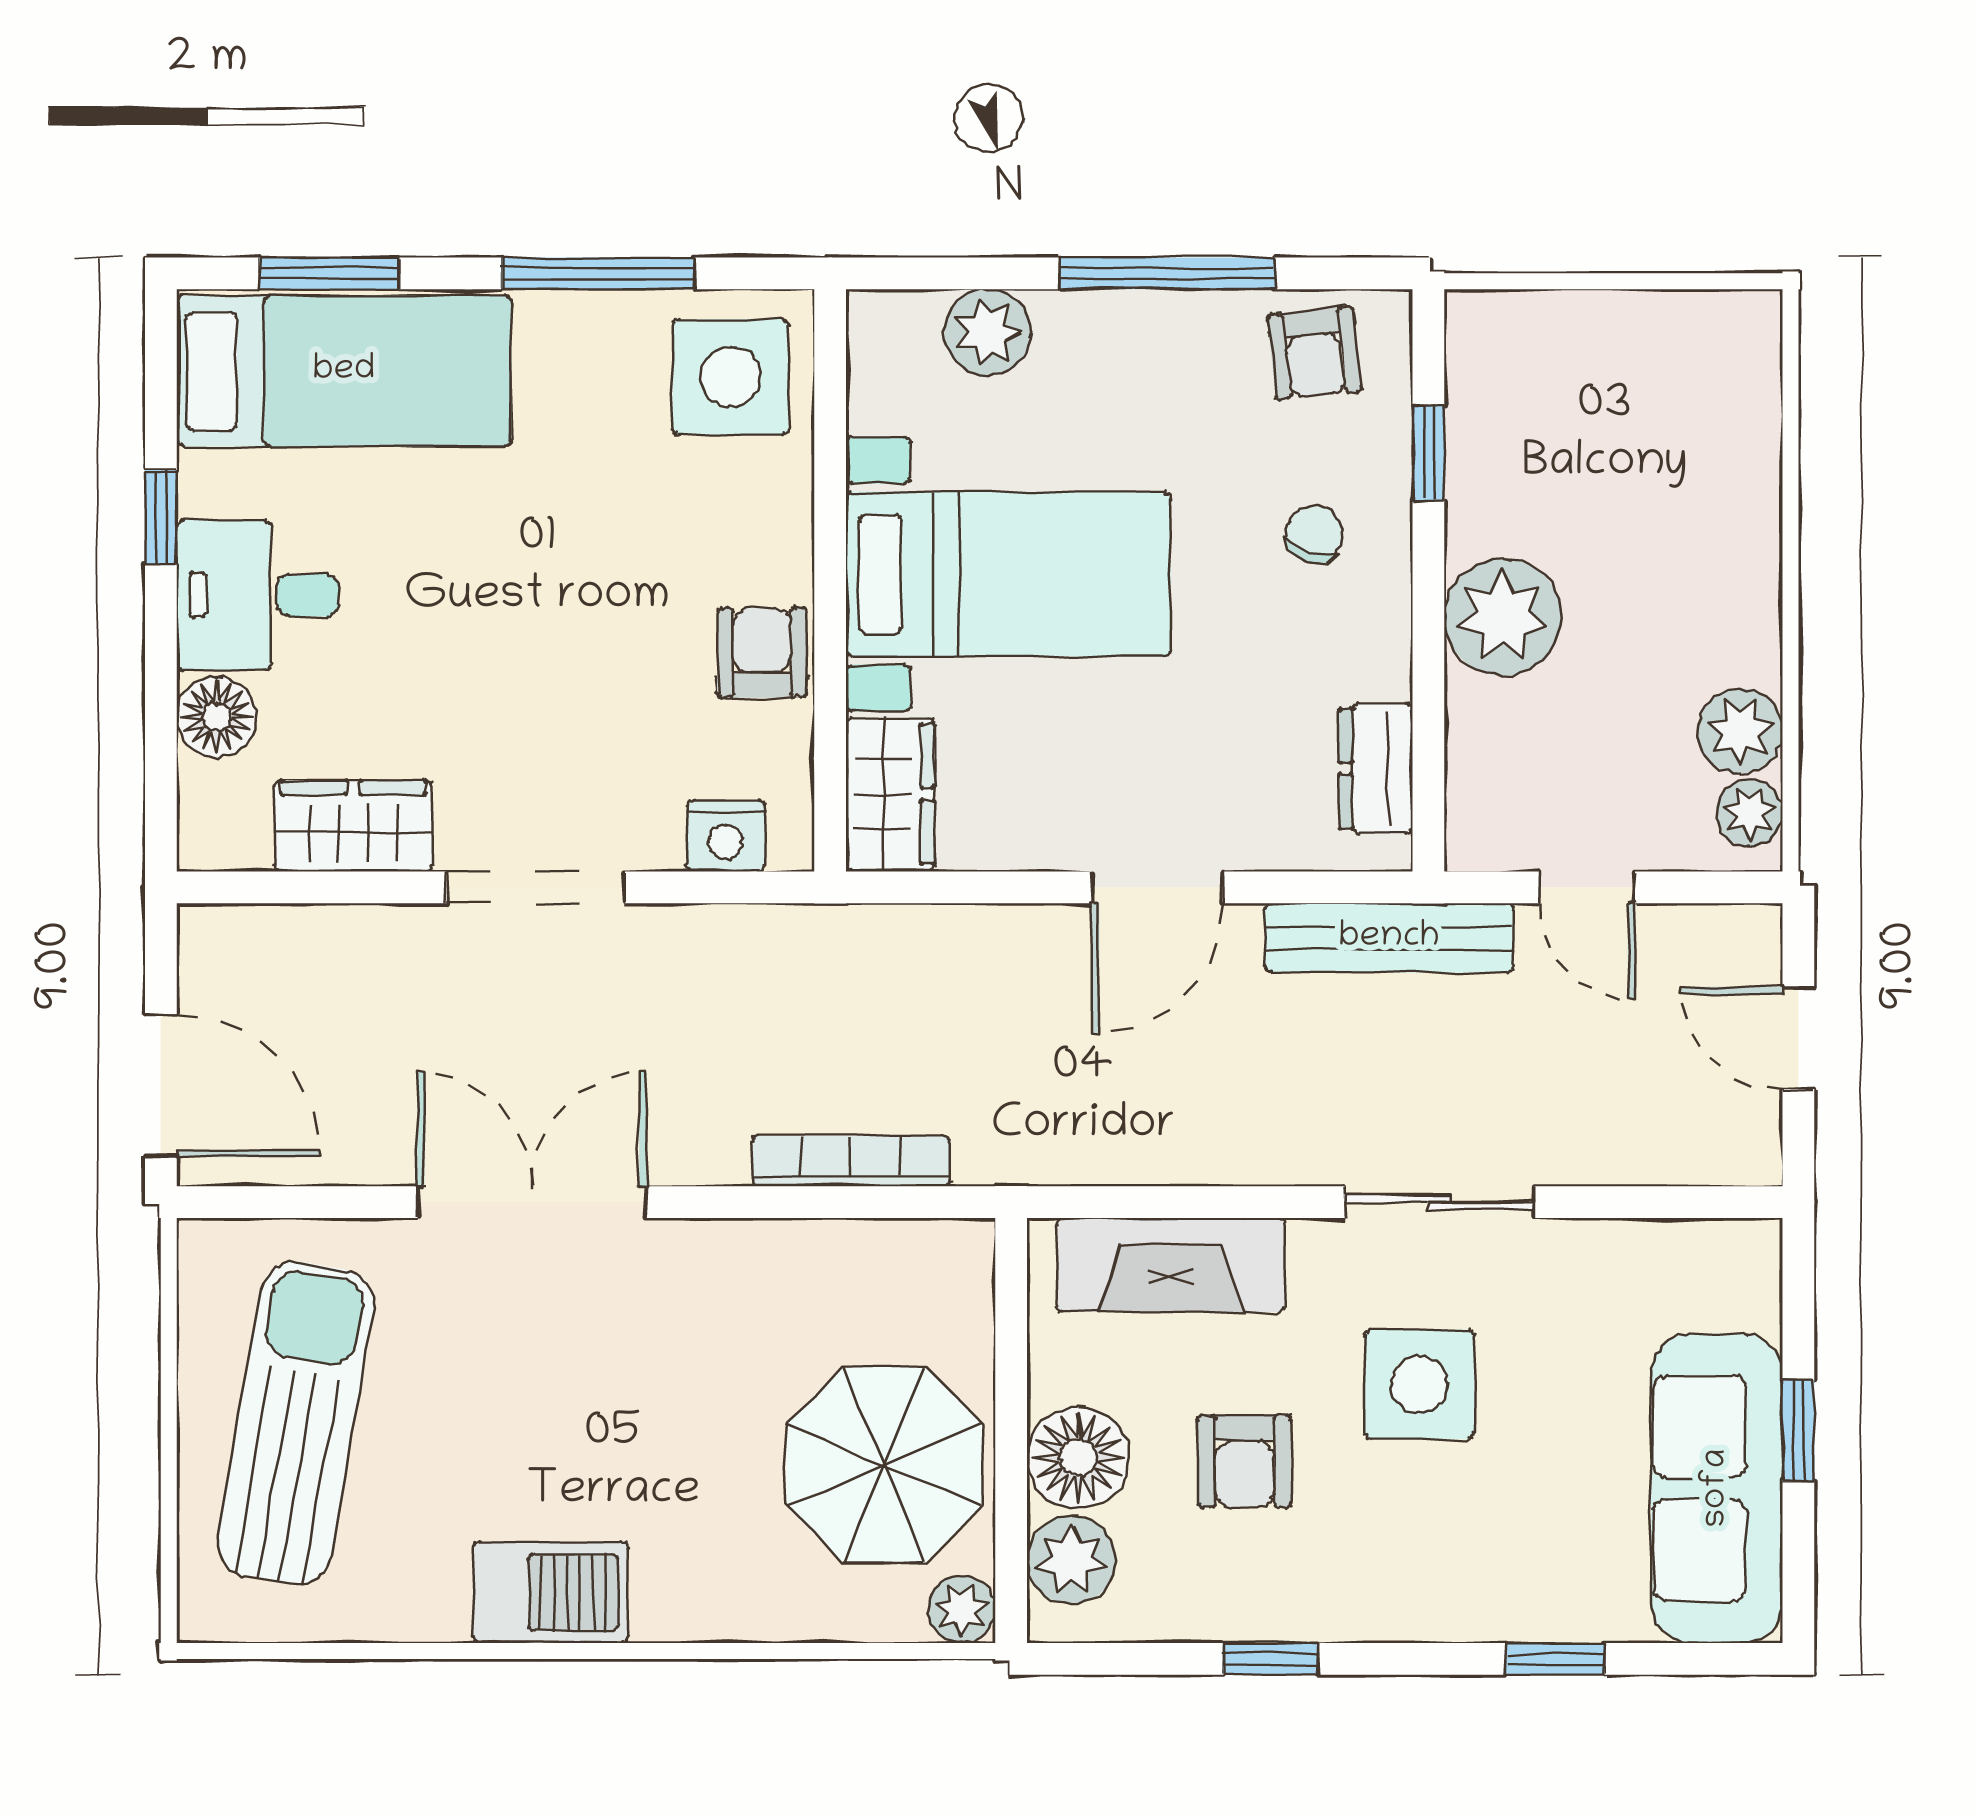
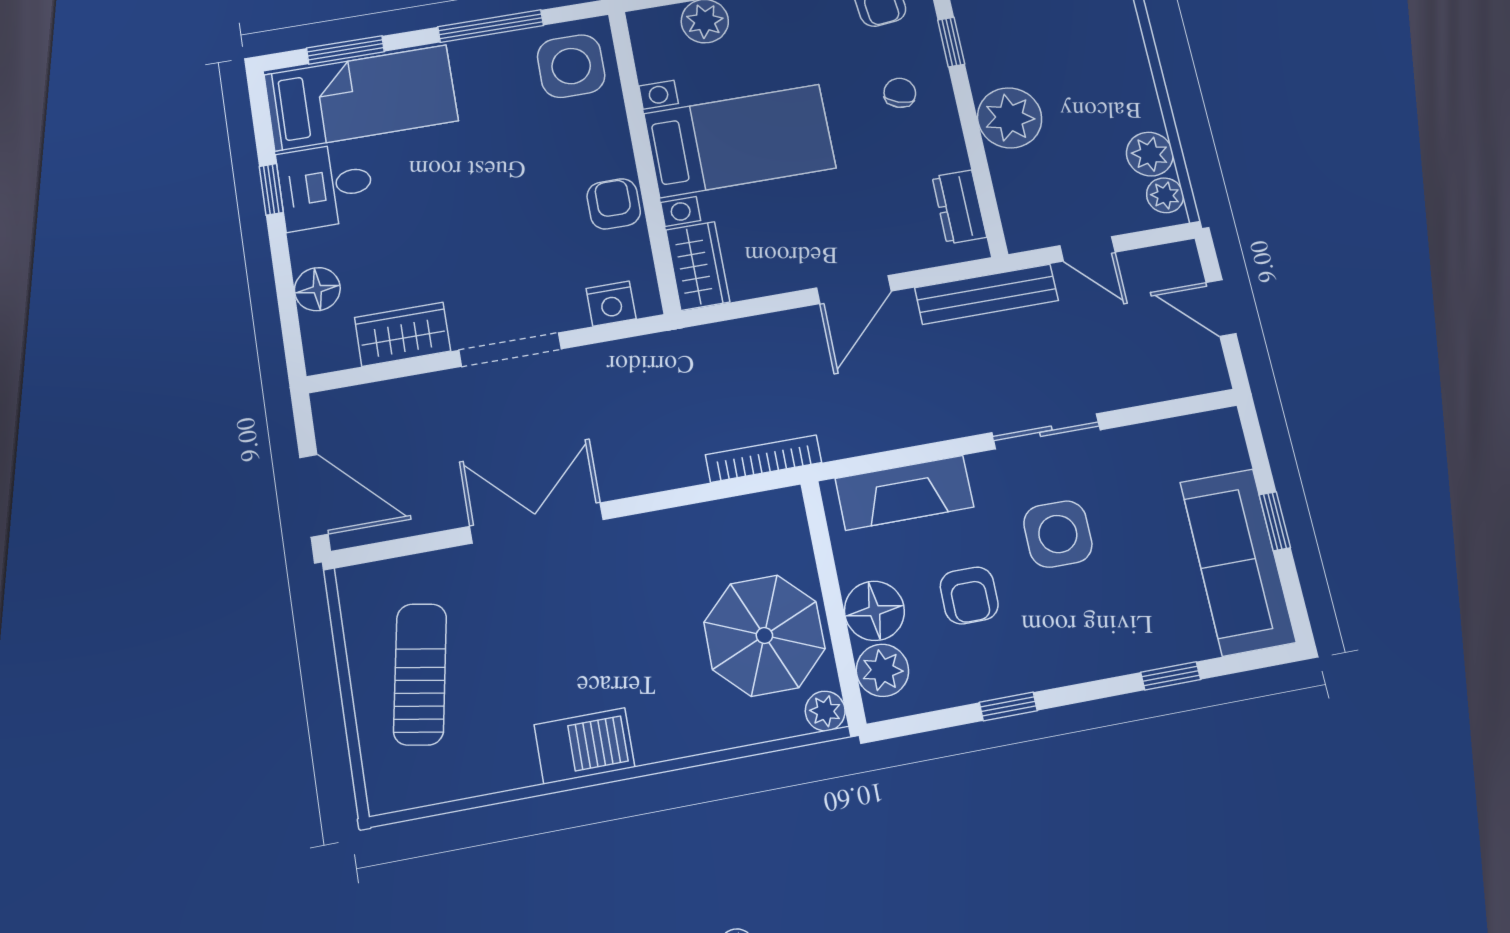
desk: (258, 595) -> (326, 186), moved
bookcase: (851, 1161) -> (764, 459), moved
sun lounger: (296, 1423) -> (420, 674), width x0.73, depth x0.75

